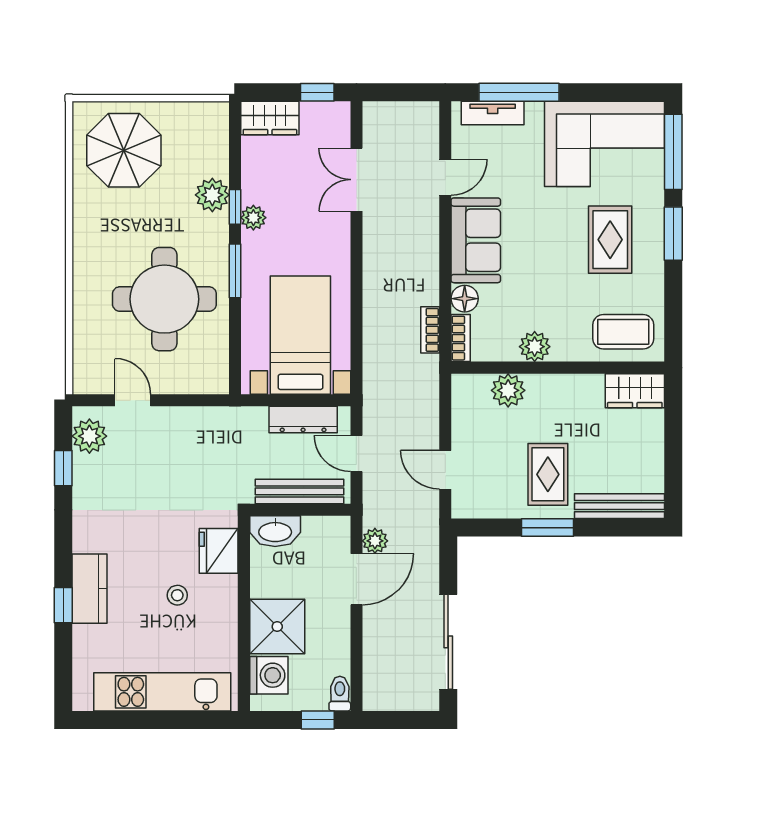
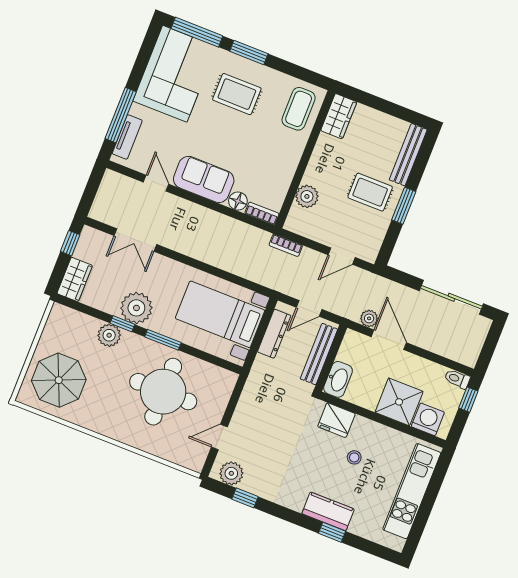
plant: (253, 218) -> (136, 308), width x1.88, depth x1.88
bookcase: (430, 330) -> (286, 245), moved
plant: (535, 347) -> (286, 169), removed

